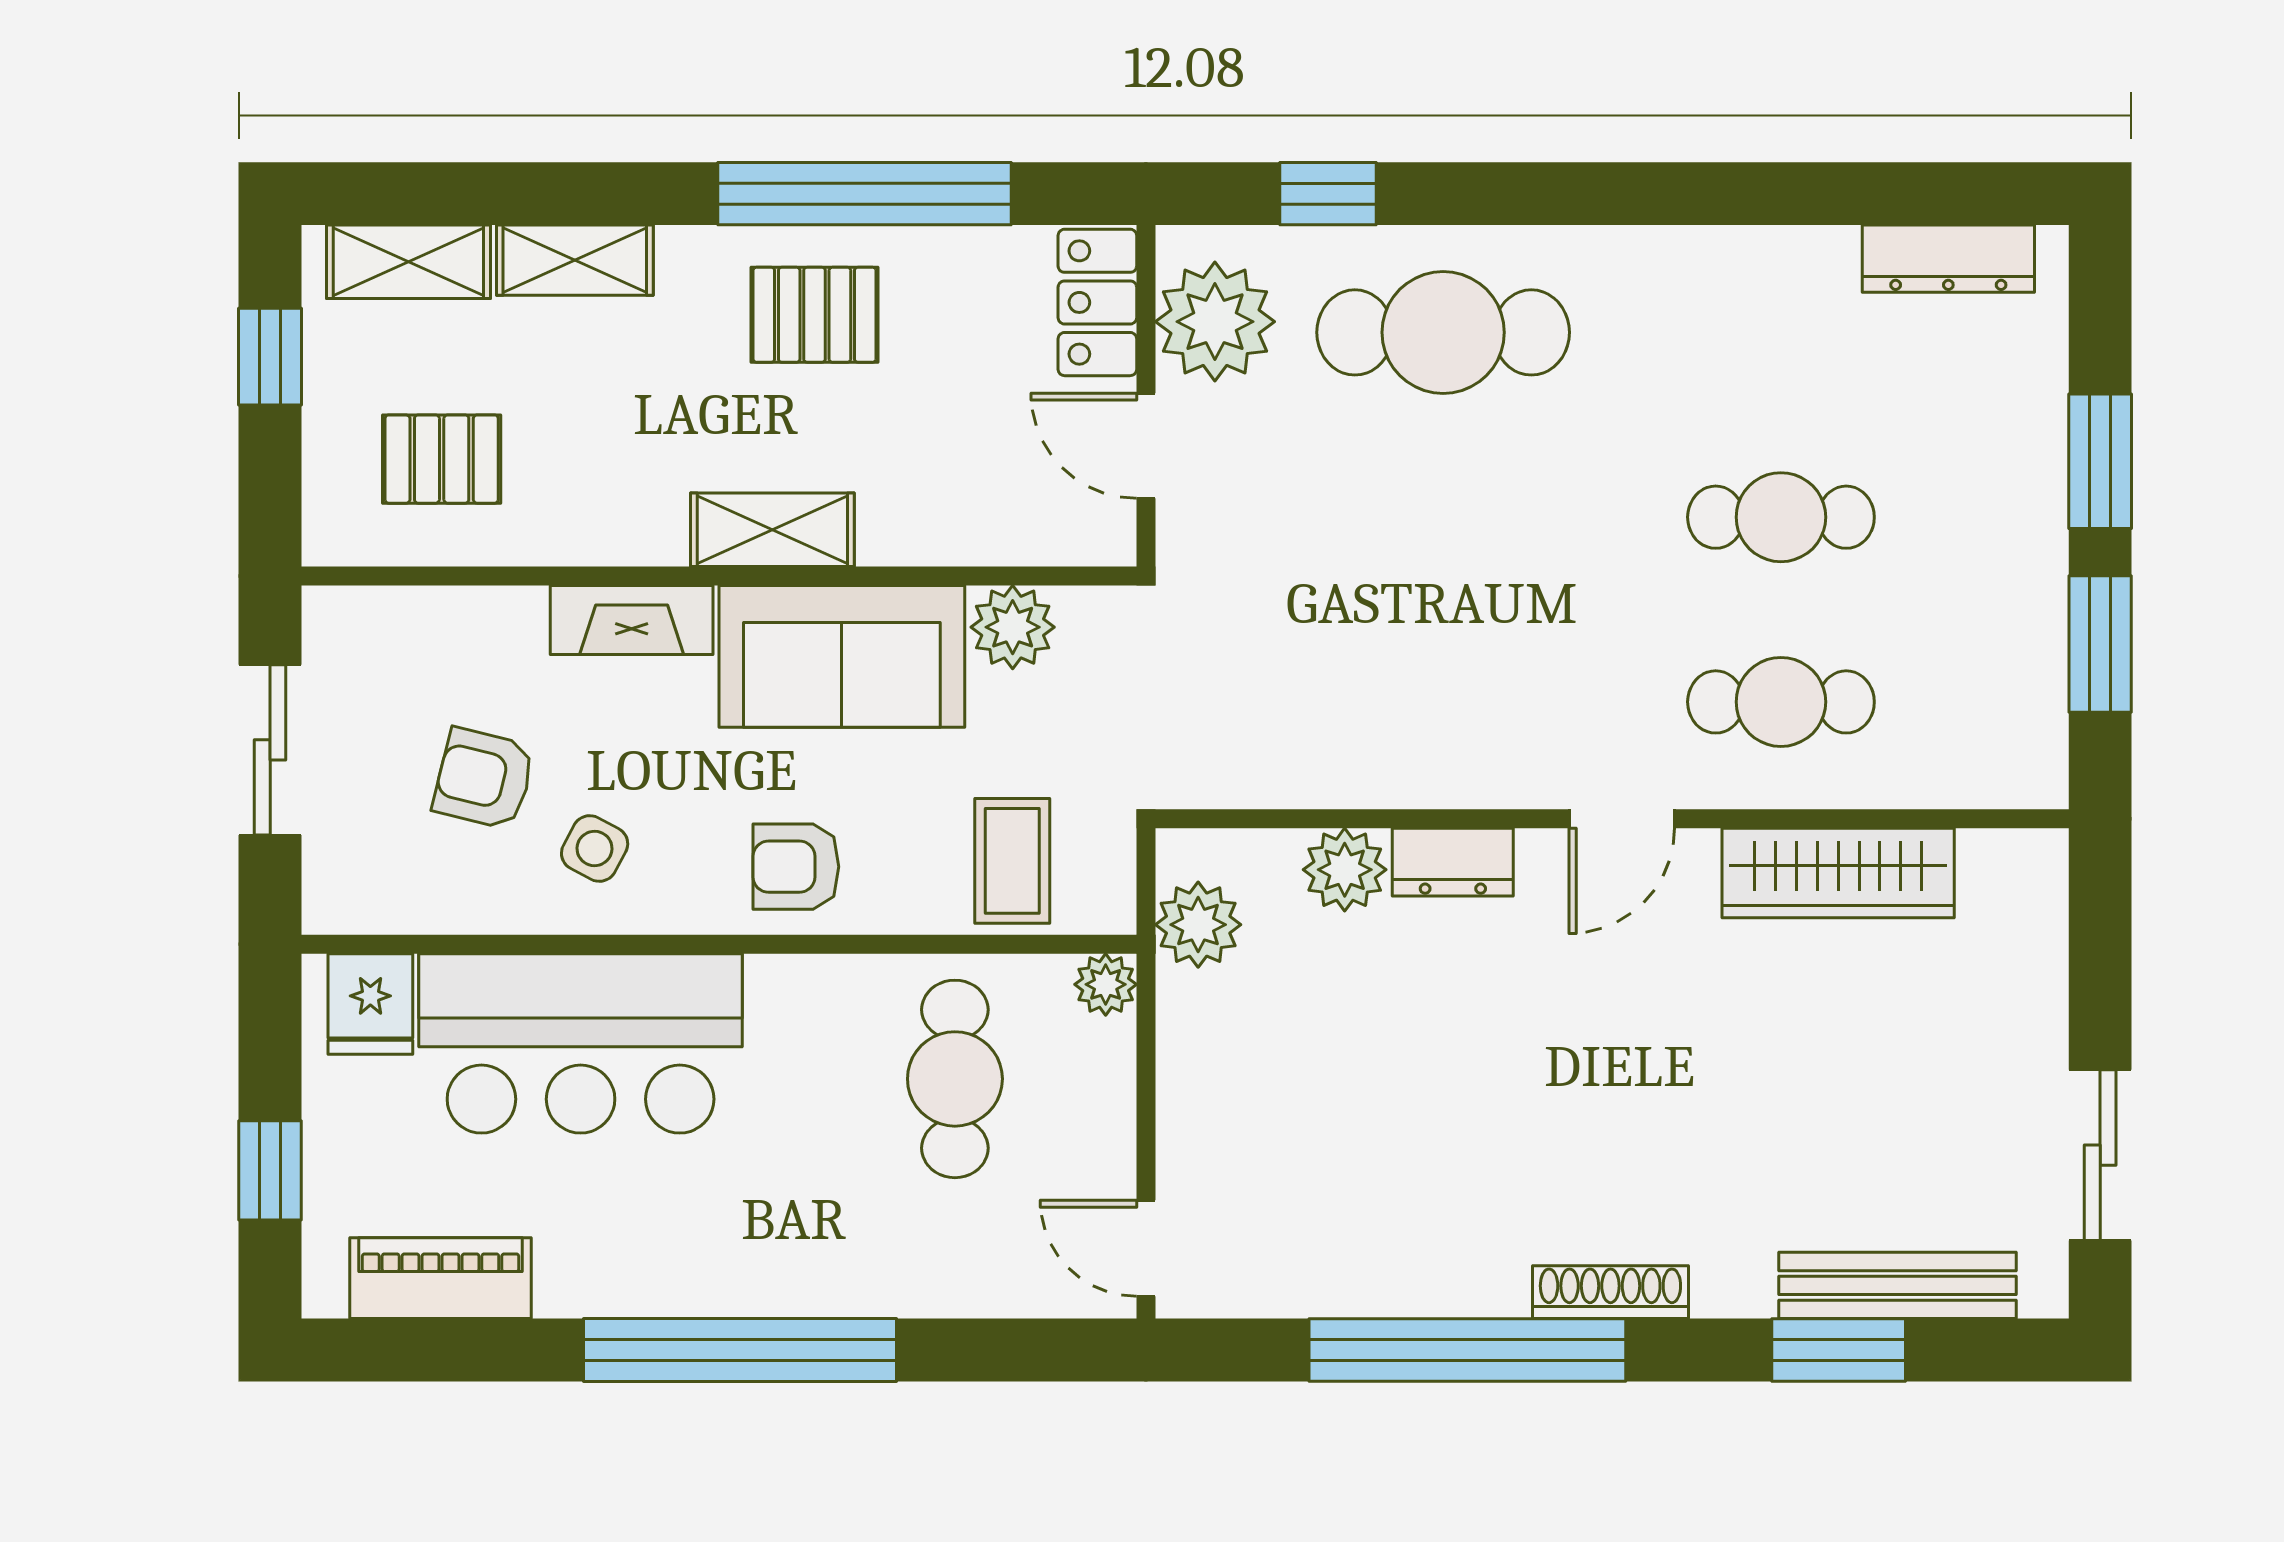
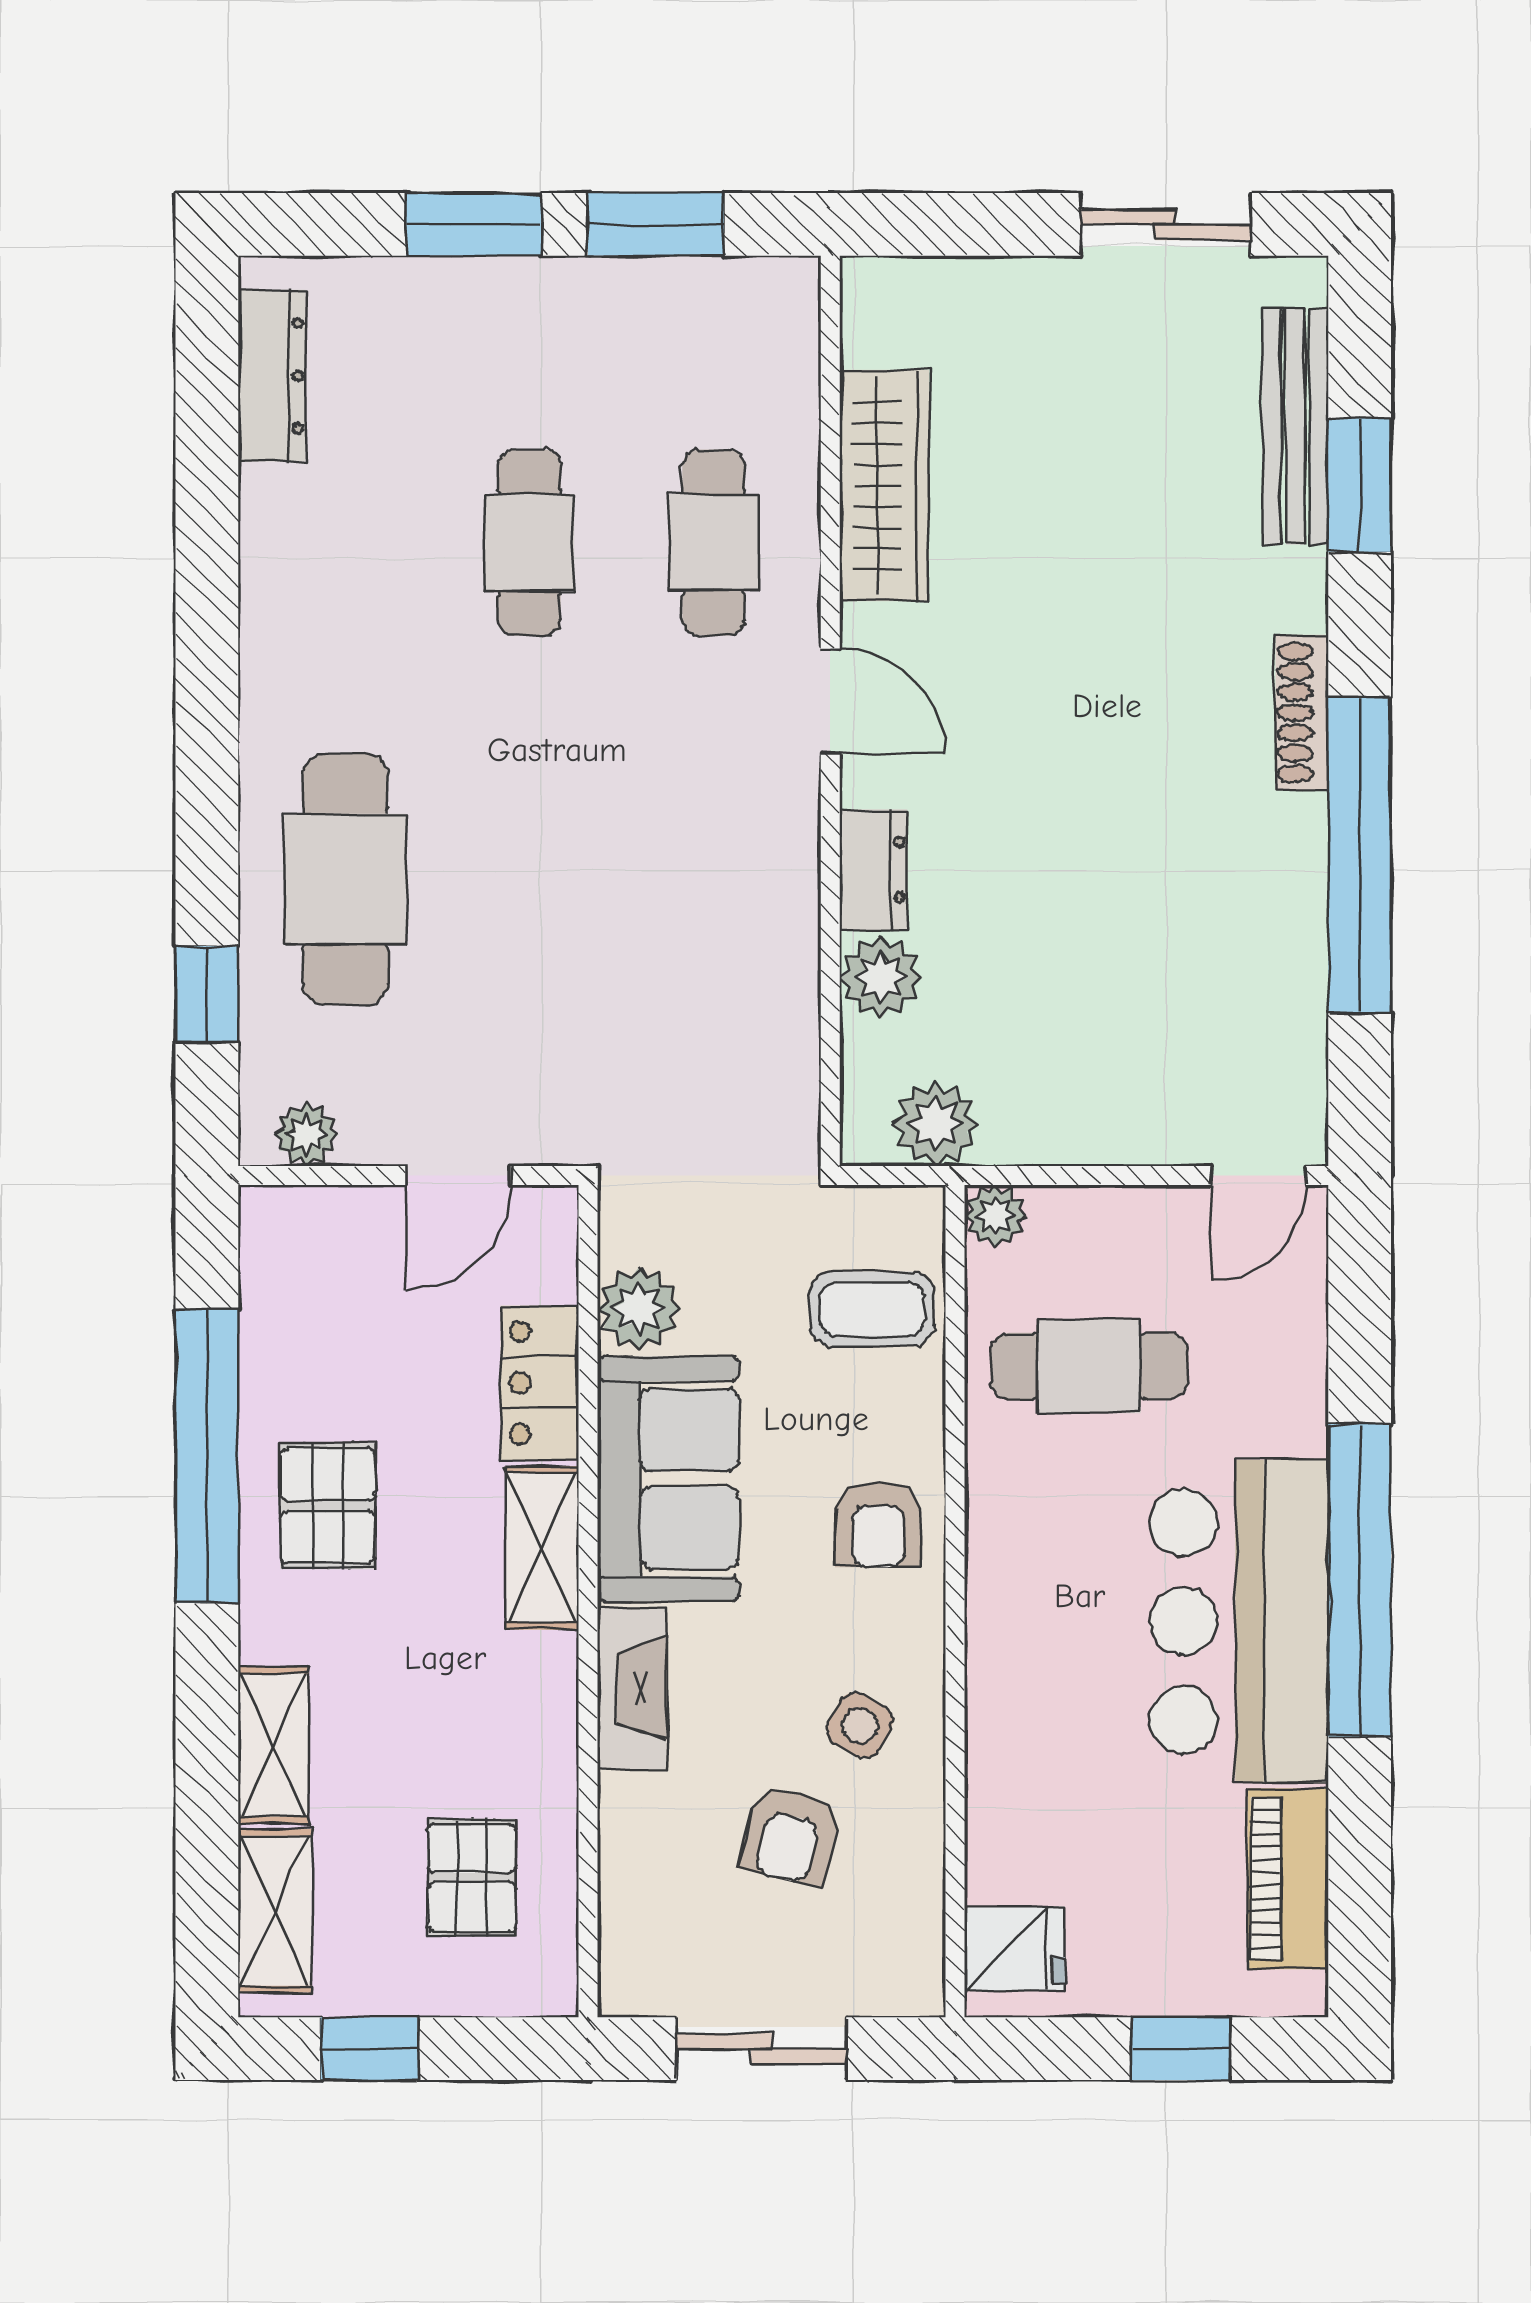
locker: (1097, 302) -> (540, 1383), moved, turned 90
plant: (1215, 322) -> (307, 1135), width x0.53, depth x0.53
bar counter: (581, 1043) -> (1239, 1621), moved, turned 180

